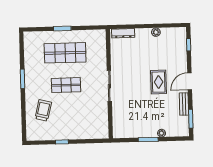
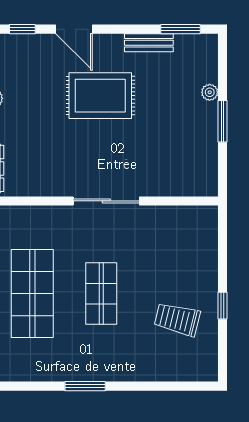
door: (190, 81) -> (74, 29), moved
rug: (159, 82) -> (100, 96), width x1.36, depth x1.43
trolley: (43, 110) -> (177, 319), moved

